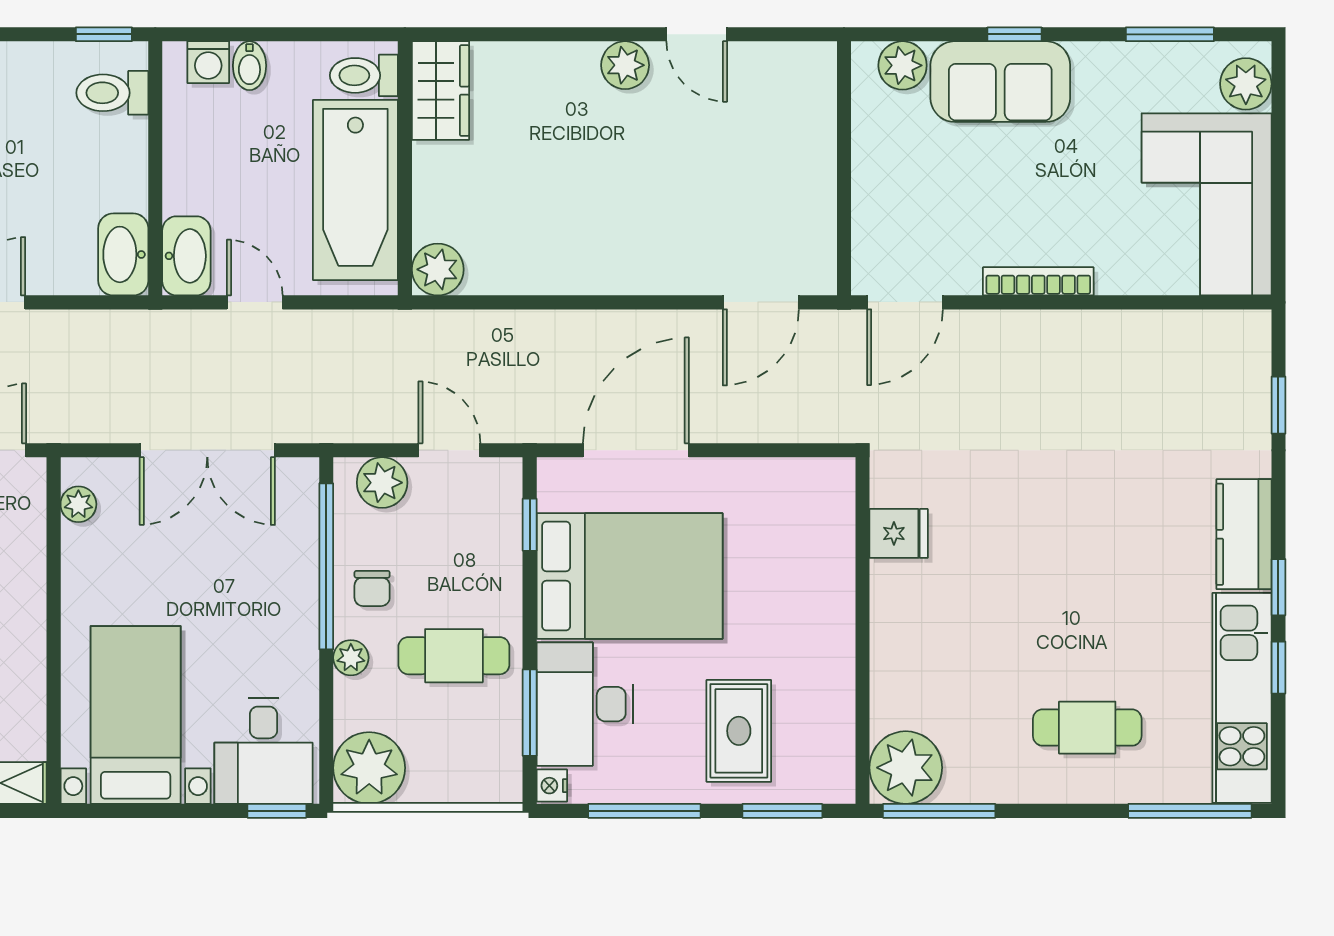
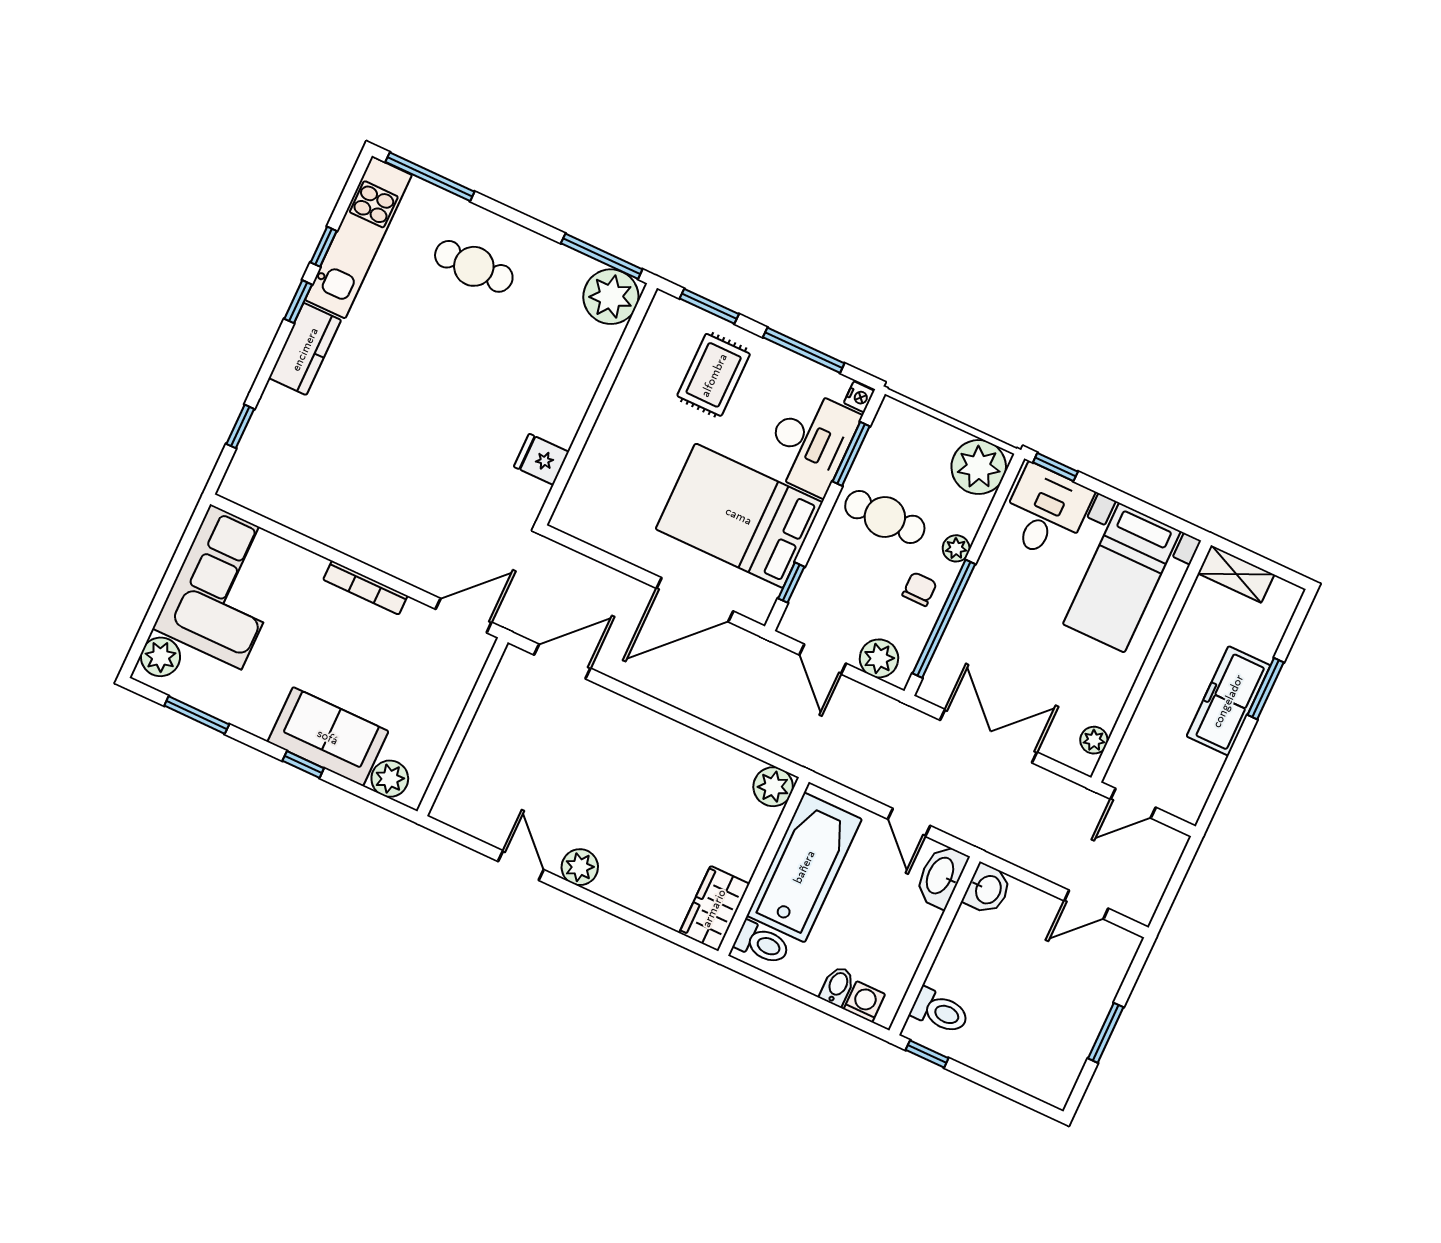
washbasin: (123, 254) -> (987, 889), width x0.72

